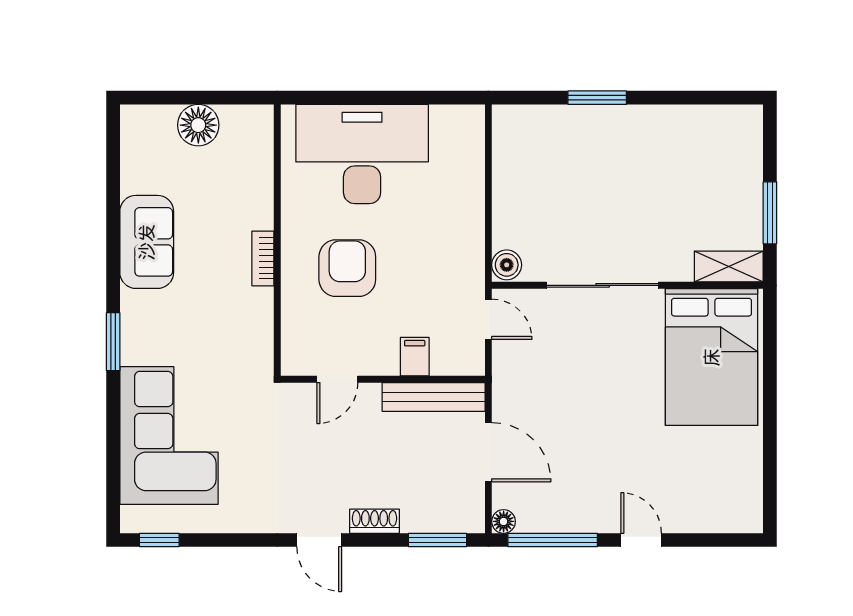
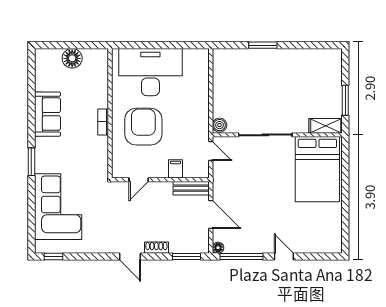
armchair: (347, 268) -> (143, 127), width x1.36, depth x1.36
bench: (434, 397) -> (191, 188), width x0.73

